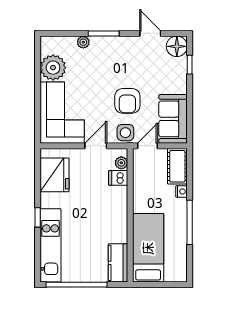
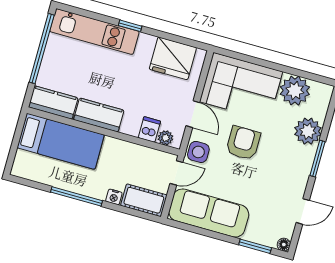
plant: (83, 42) -> (308, 131), width x1.88, depth x1.88
floor lamp: (177, 46) -> (284, 245), width x0.53, depth x0.53
window: (190, 65) -> (255, 246), width x1.50
armchair: (127, 101) -> (243, 143), moved, turned 90
sofa: (173, 119) -> (209, 213), width x1.36
door: (148, 146) -> (176, 173), hinge flipped
kitchen counter: (118, 223) -> (99, 115), added

